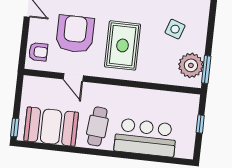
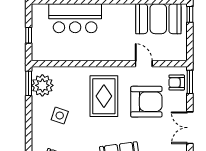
armchair: (75, 34) -> (146, 102), turned -90
window: (23, 51) -> (190, 82), added
cafe table: (97, 126) -> (118, 23), removed

